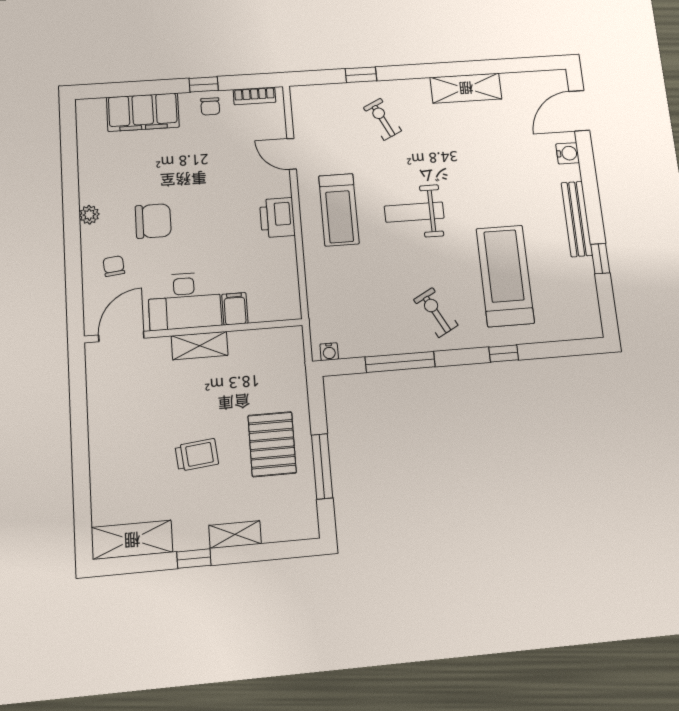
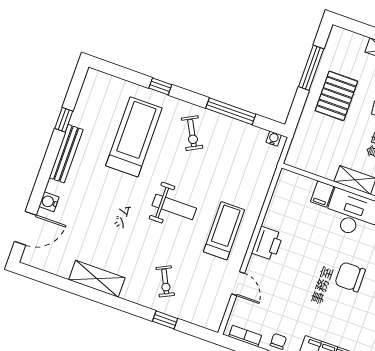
treadmill: (505, 276) -> (134, 137), turned 180

